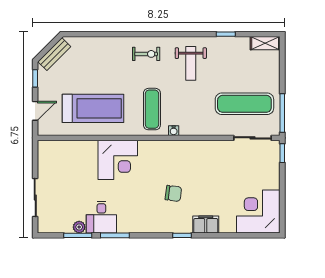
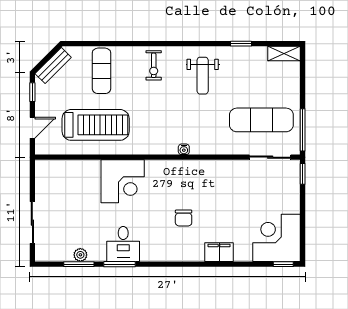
exercise bike: (146, 54) -> (154, 65), turned 90
exercise mat: (152, 109) -> (101, 71), moved
chair: (173, 193) -> (184, 218), turned 83
desk: (101, 217) -> (123, 244), moved
window: (182, 235) -> (283, 264), moved

